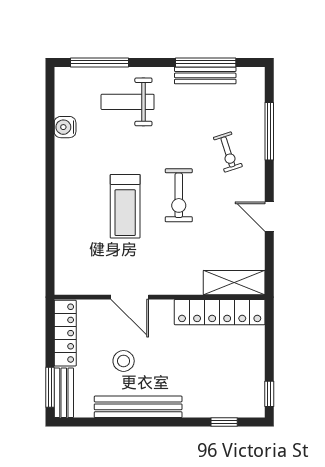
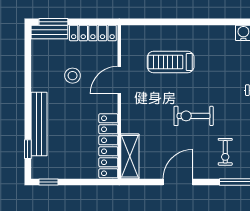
exercise bike: (228, 152) -> (225, 152), turned -72
treadmill: (125, 206) -> (171, 62), moved
door: (269, 217) -> (178, 182), width x1.38
bench: (138, 407) -> (39, 124), moved

